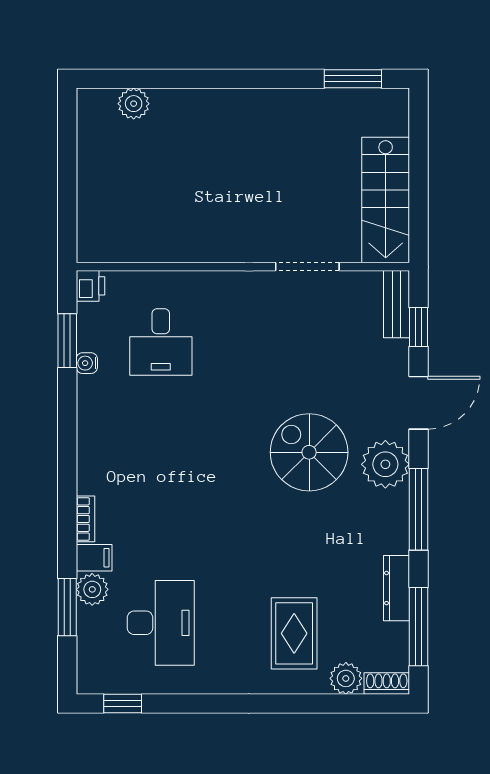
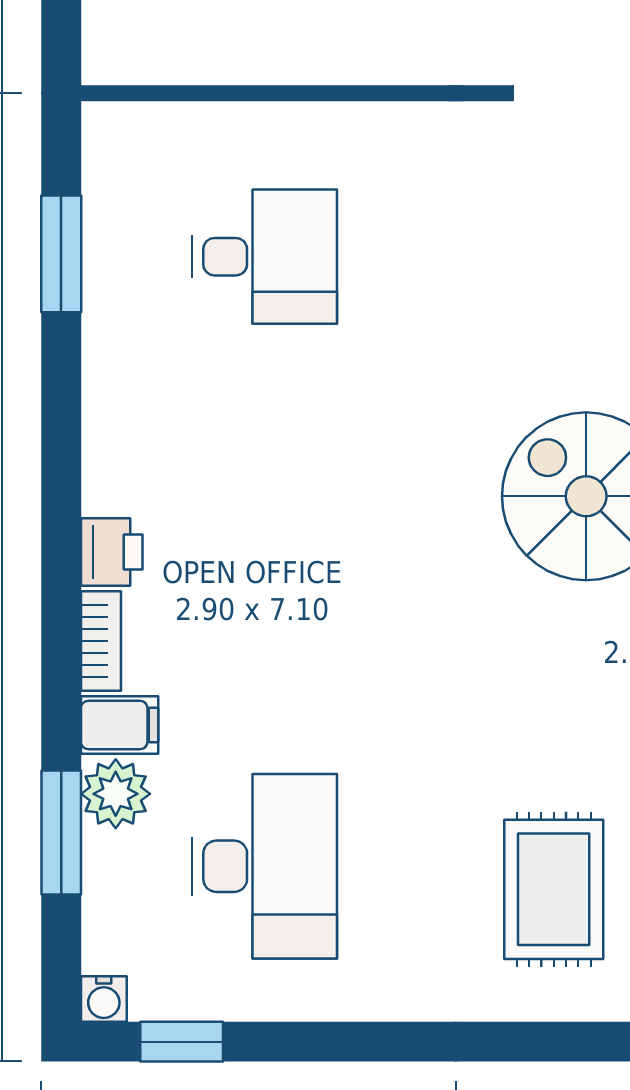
printer: (90, 286) -> (112, 552), moved
desk: (161, 342) -> (264, 257), turned -90
water cooler: (87, 363) -> (104, 999), moved, turned -90

